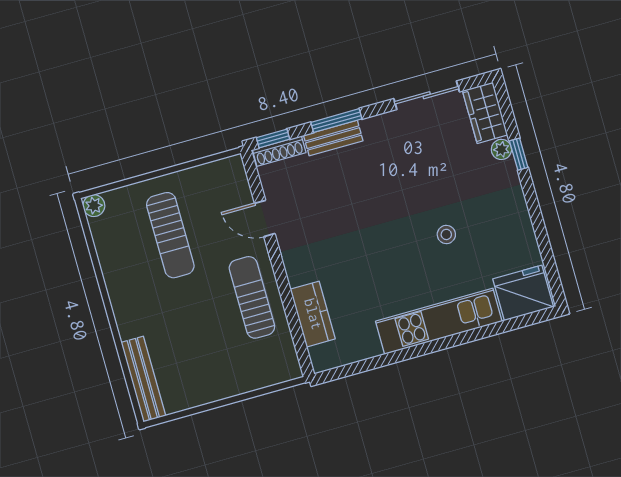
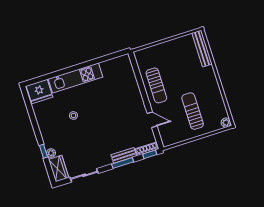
kitchen counter: (313, 314) -> (130, 79), removed

